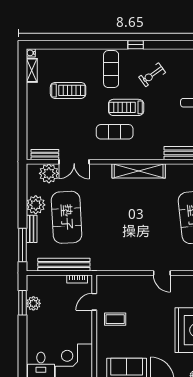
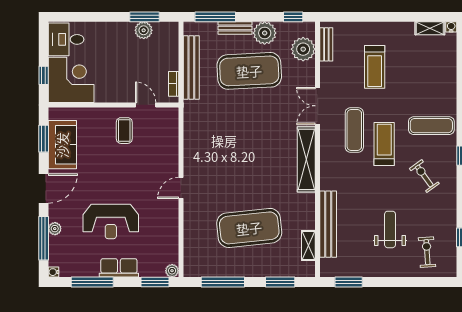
treadmill: (68, 90) -> (375, 67), moved
double door: (74, 162) -> (318, 106), moved
window: (22, 182) -> (293, 17), added

